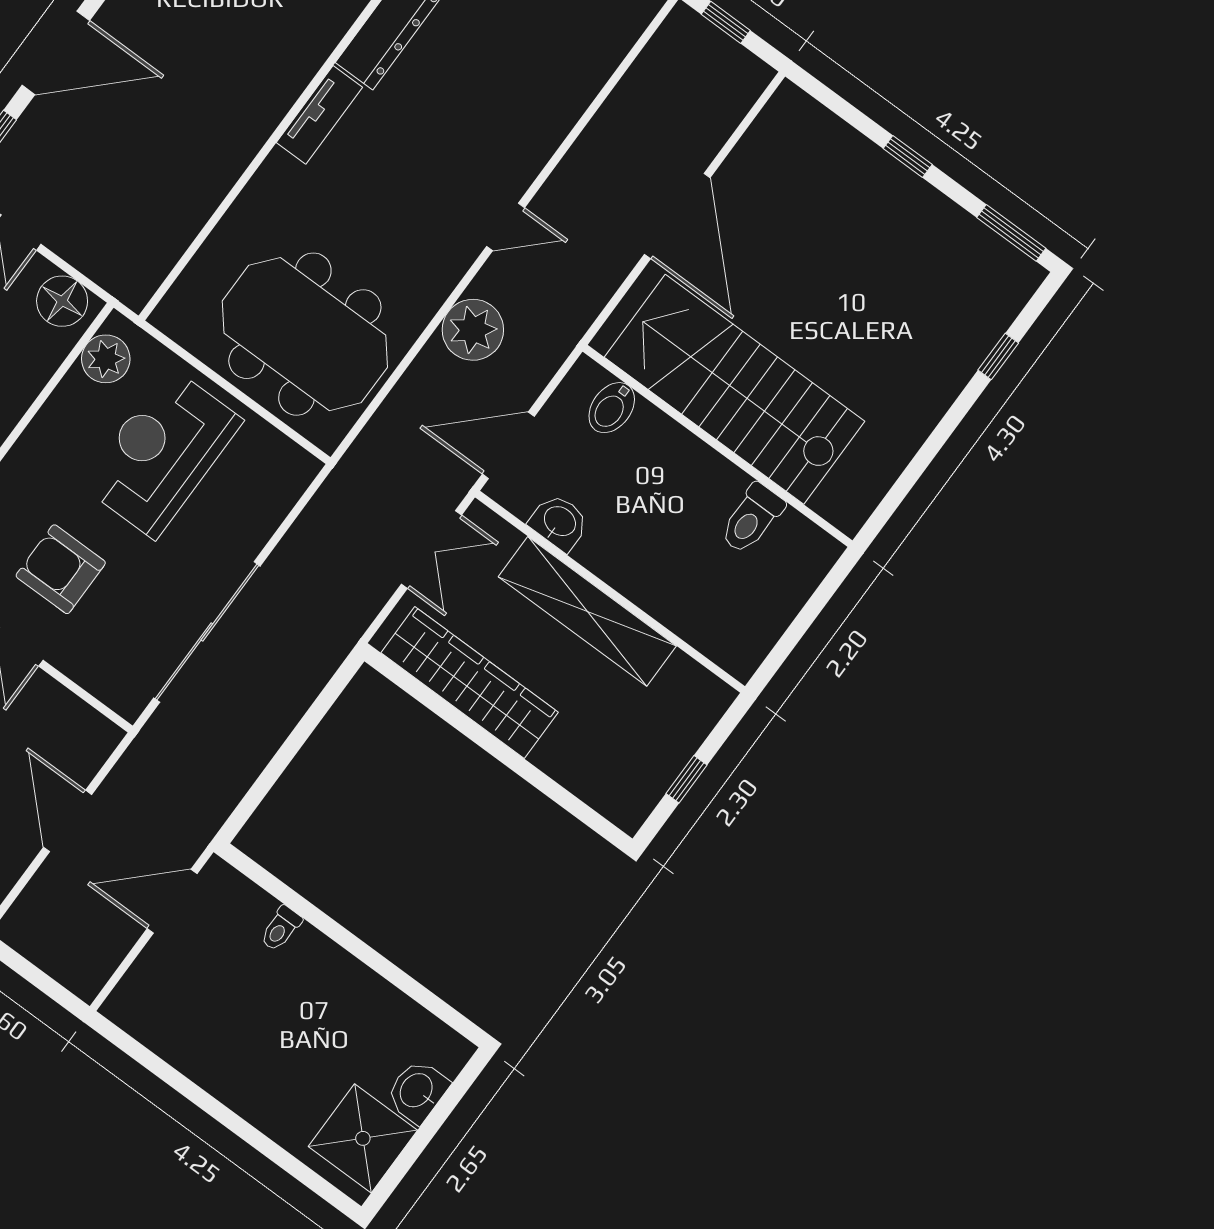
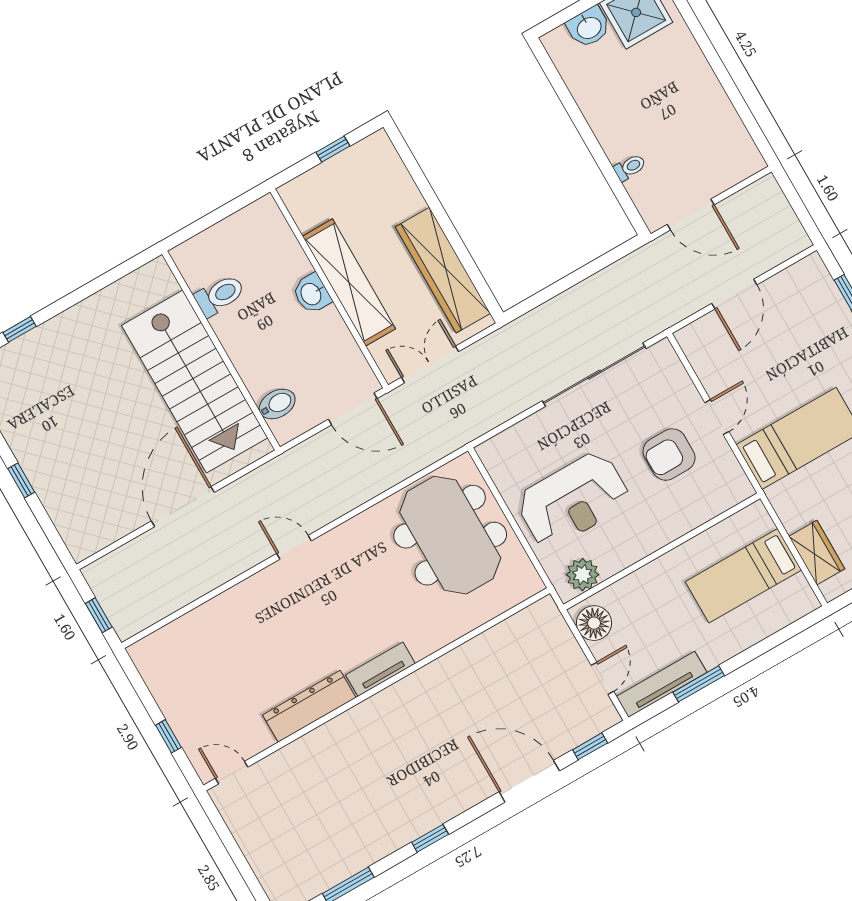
plant: (473, 330) -> (343, 491), removed
washbasin: (559, 522) -> (312, 294), moved
armchair: (61, 569) -> (669, 455), turned 90

